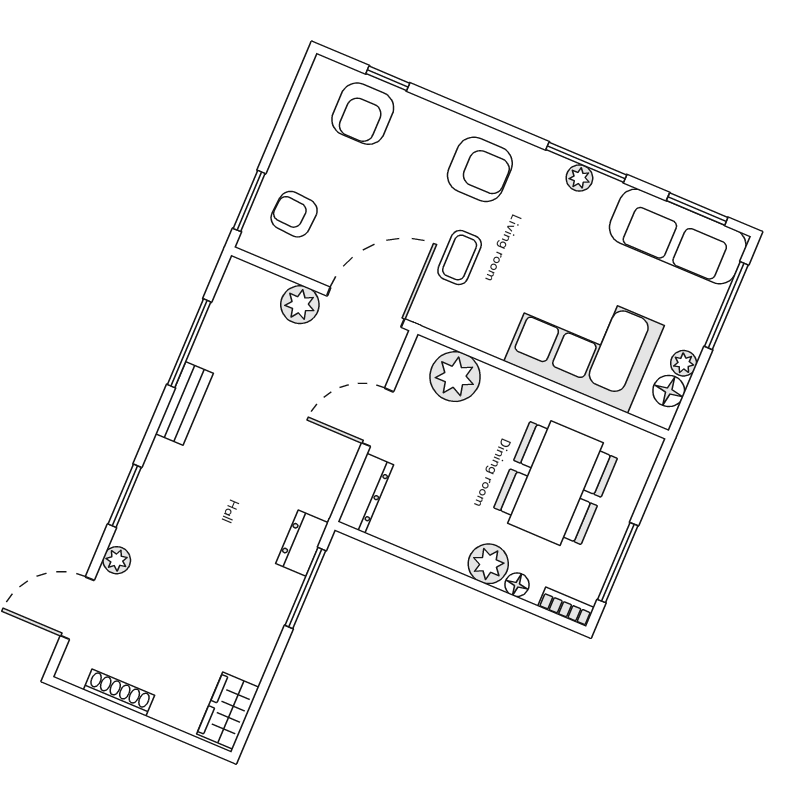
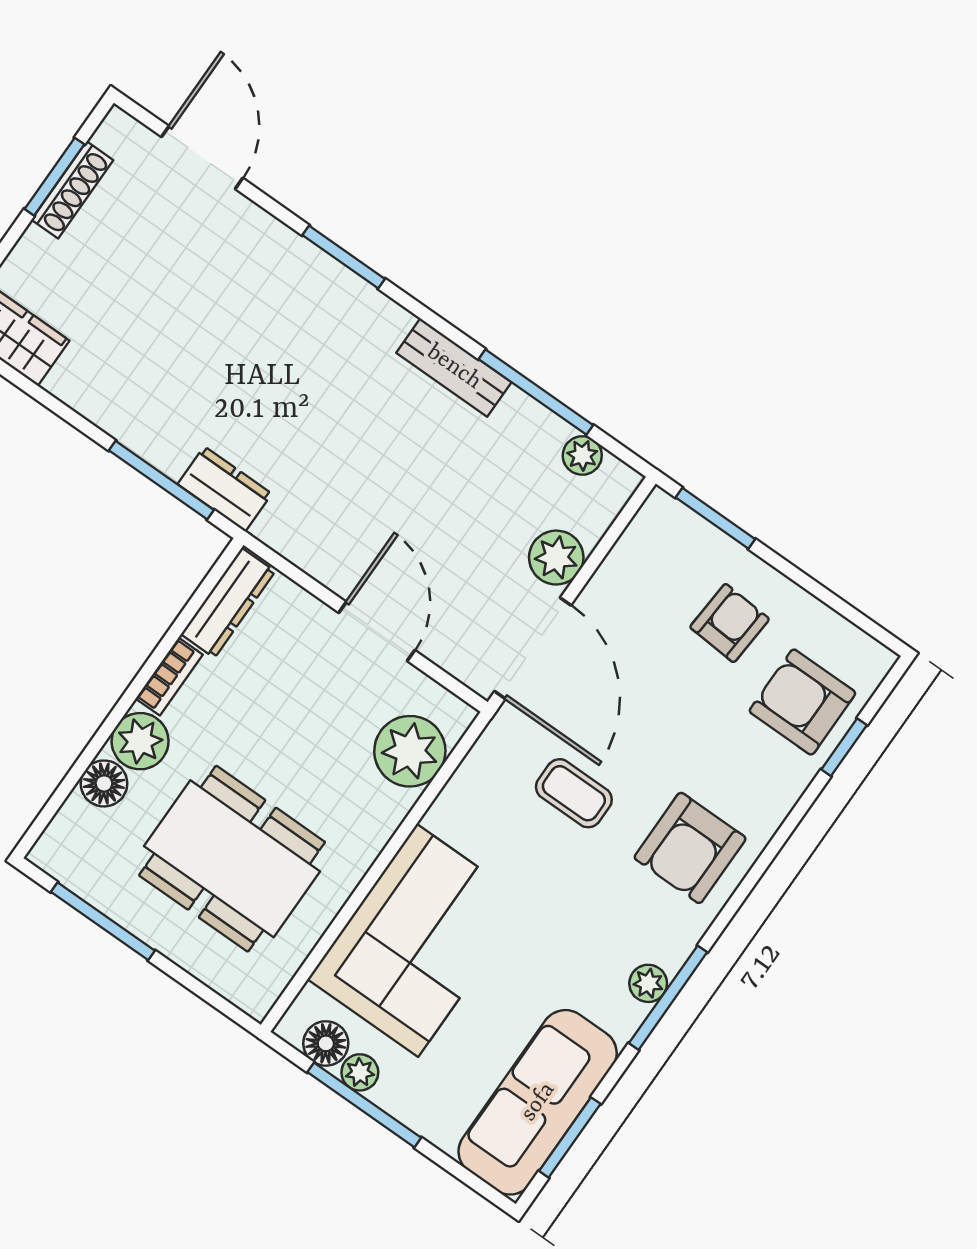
armchair: (294, 214) -> (730, 623), moved
window: (726, 306) -> (364, 1105), moved
dresser: (366, 493) -> (228, 603), moved, turned -90
plant: (117, 560) -> (582, 455), moved
floor lamp: (517, 585) -> (104, 783), width x1.37, depth x1.37
bookcase: (566, 607) -> (169, 677), moved
window: (113, 707) -> (54, 177), added

